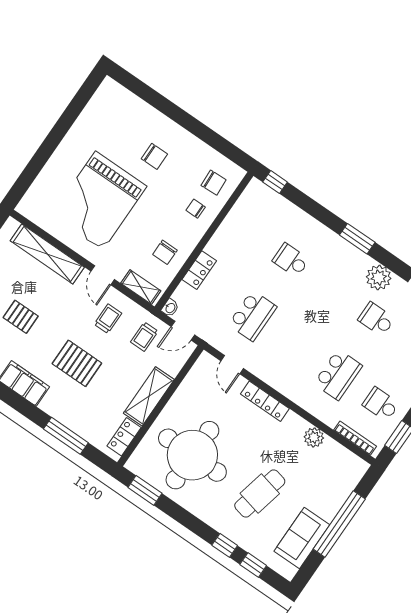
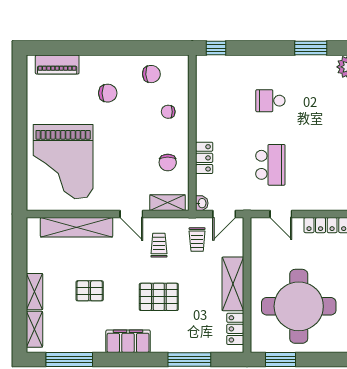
piano: (128, 101) -> (57, 65), added
chair: (214, 183) -> (151, 74), moved
grand piano: (99, 201) -> (63, 162), moved

